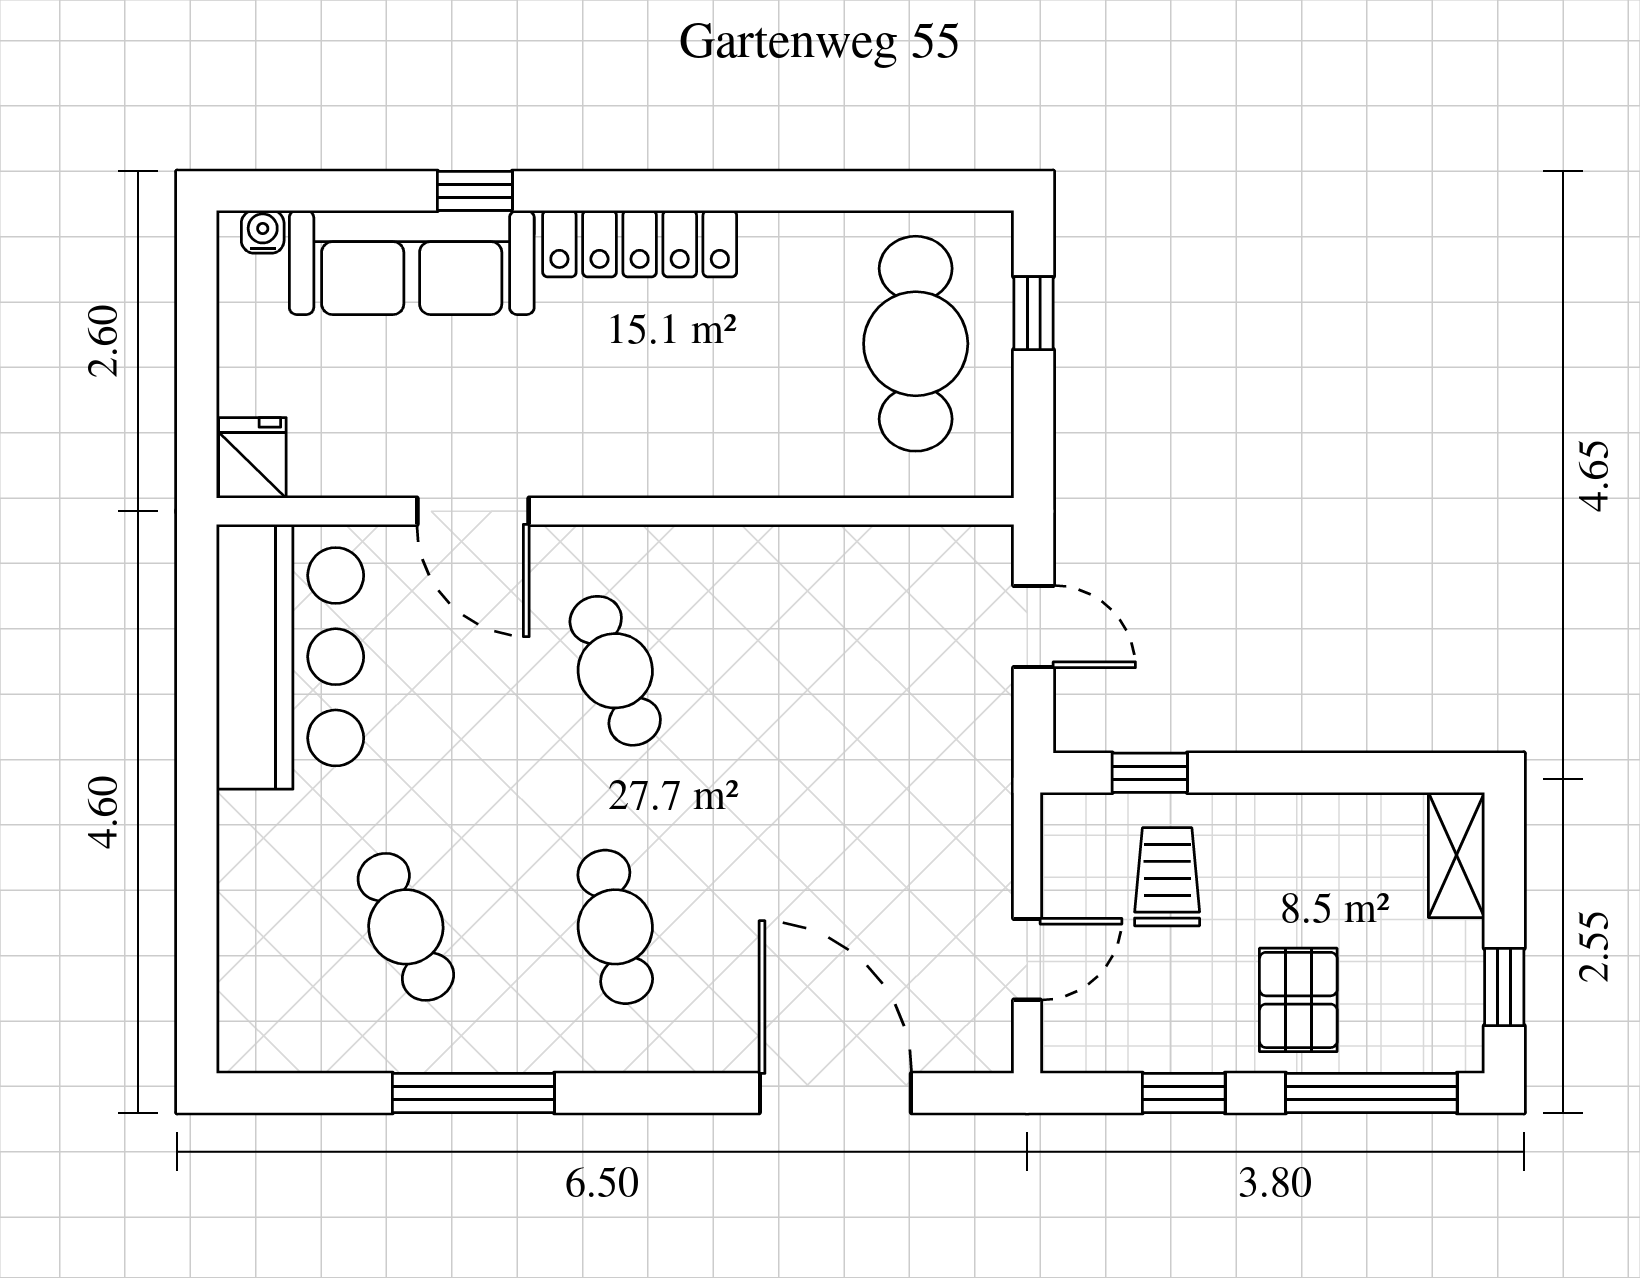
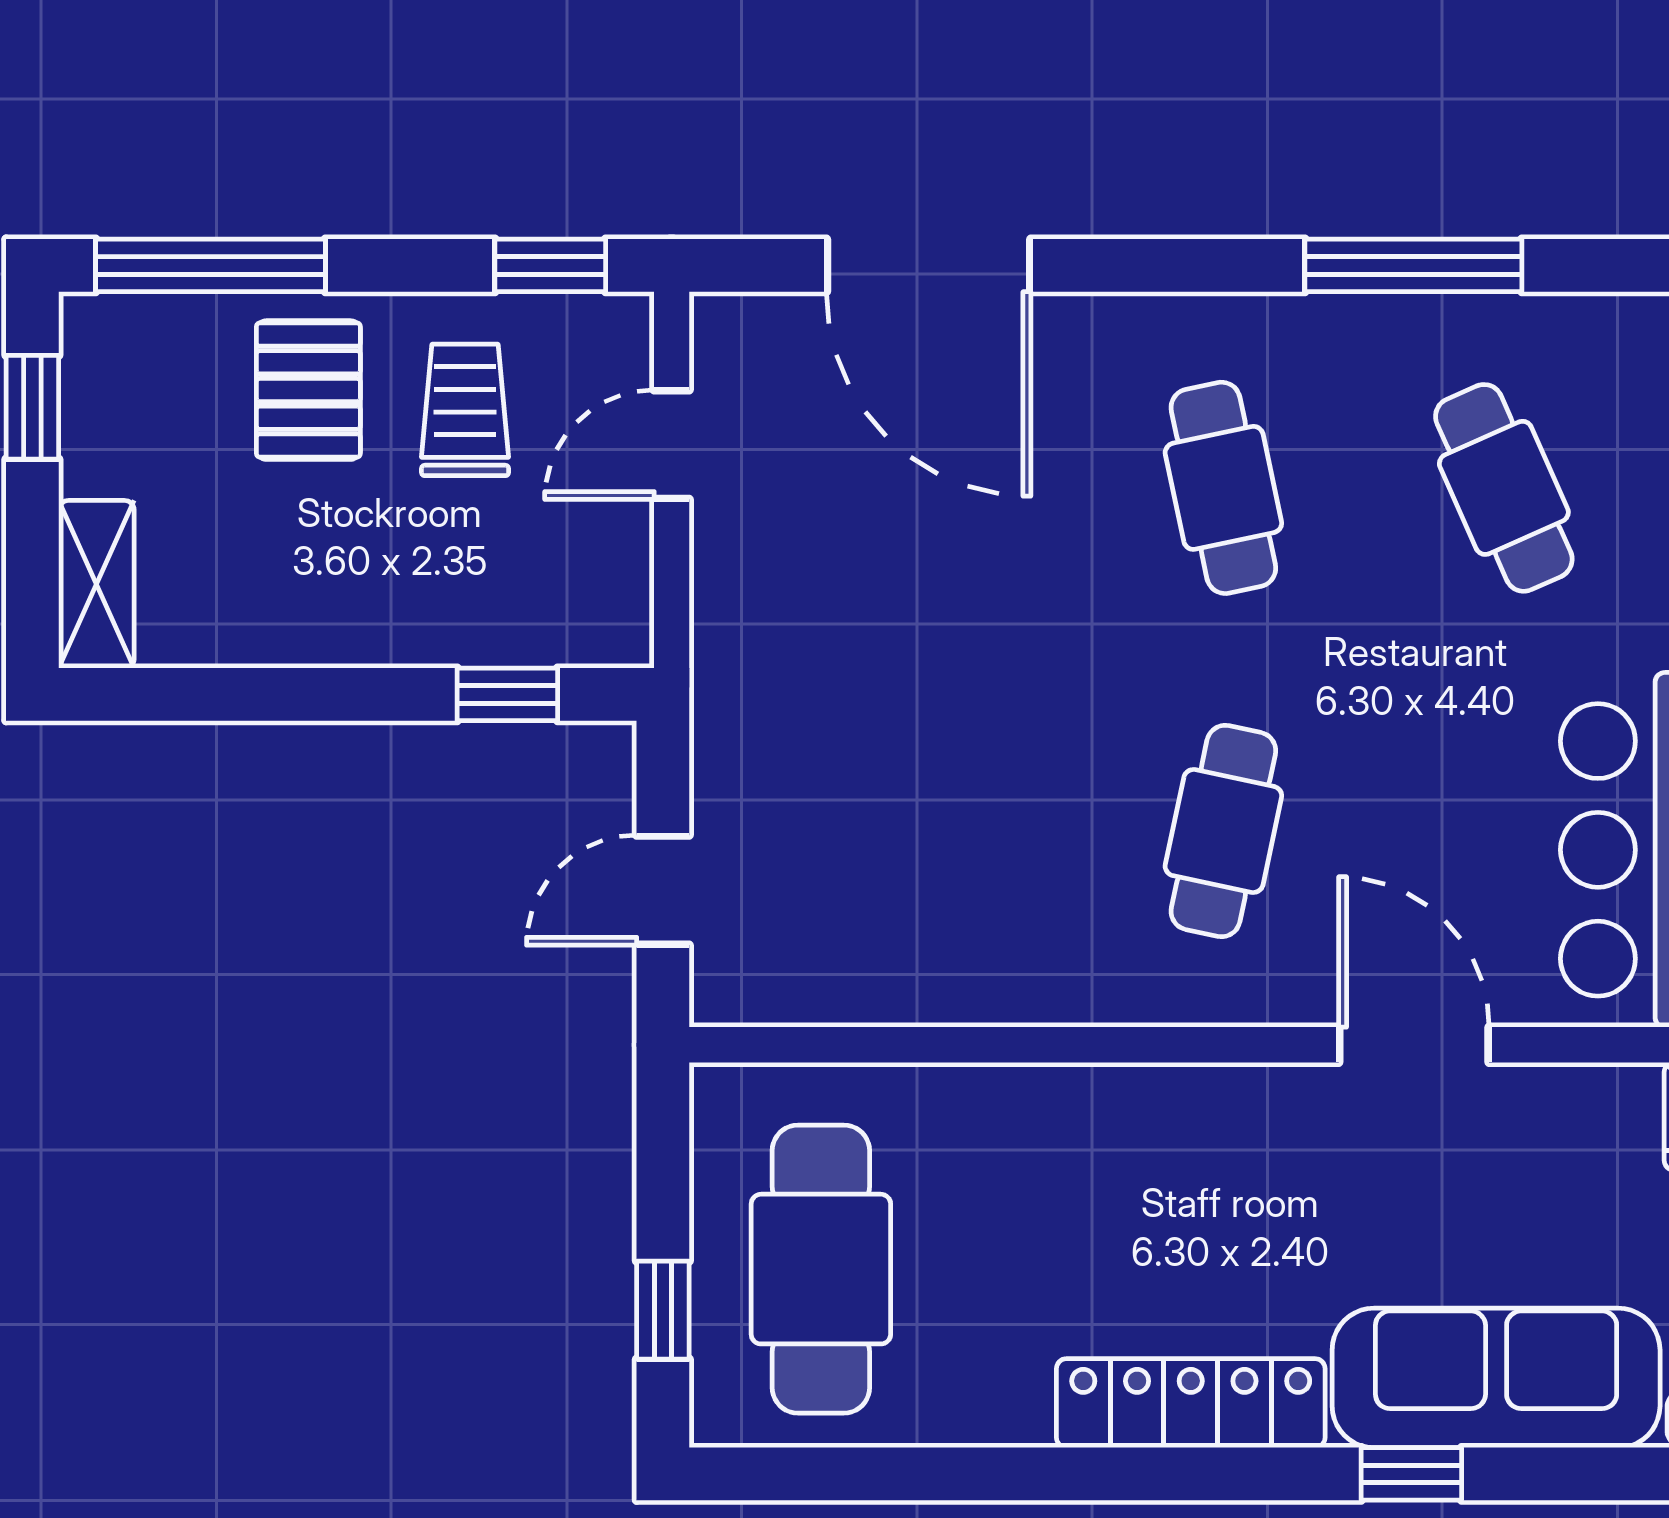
door: (1034, 627) -> (663, 890), hinge flipped
cafe table: (615, 671) -> (1223, 831), turned 33
trolley: (1167, 877) -> (465, 410), moved, turned 180
window: (1184, 1093) -> (550, 265), moved

